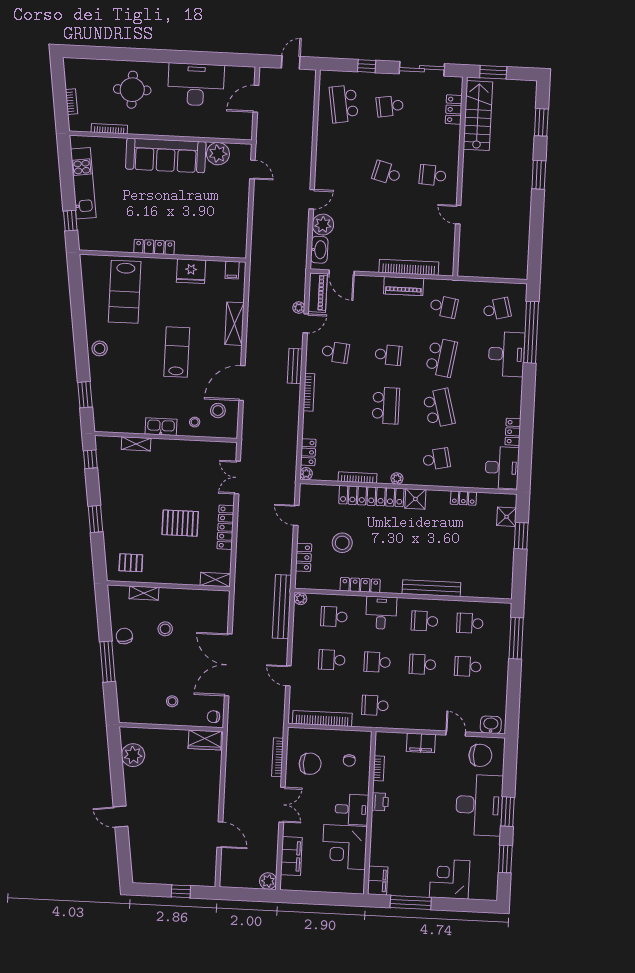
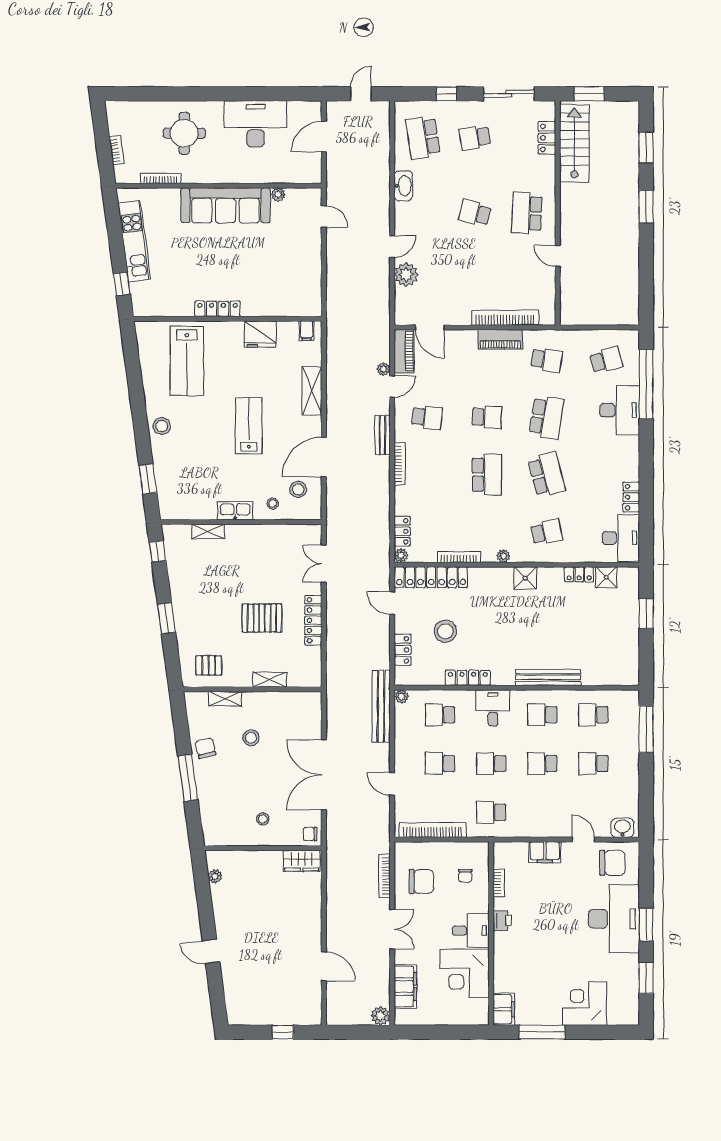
plant: (218, 154) -> (278, 194), width x0.53, depth x0.53
school desk: (433, 175) -> (527, 213), width x1.85
washbasin: (319, 250) -> (403, 186), moved
locker: (371, 496) -> (431, 577), moved
shower: (507, 517) -> (606, 577), moved
shelving: (216, 580) -> (270, 680), moved
plant: (133, 755) -> (215, 876), width x0.53, depth x0.53

